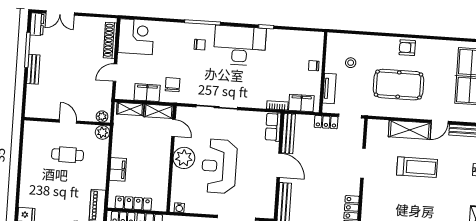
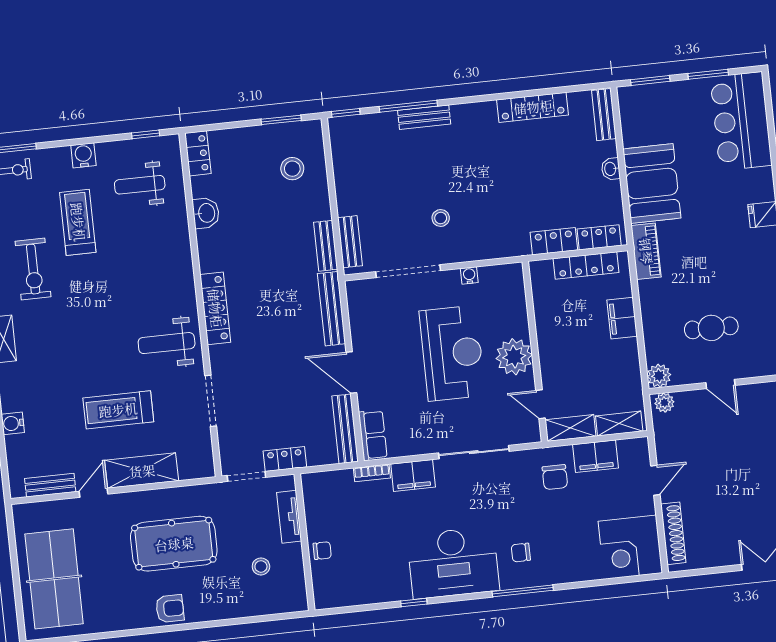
filing cabinet: (301, 103) -> (413, 475), moved
weight bench: (383, 201) -> (167, 343), added
water cooler: (179, 208) -> (469, 275), moved

